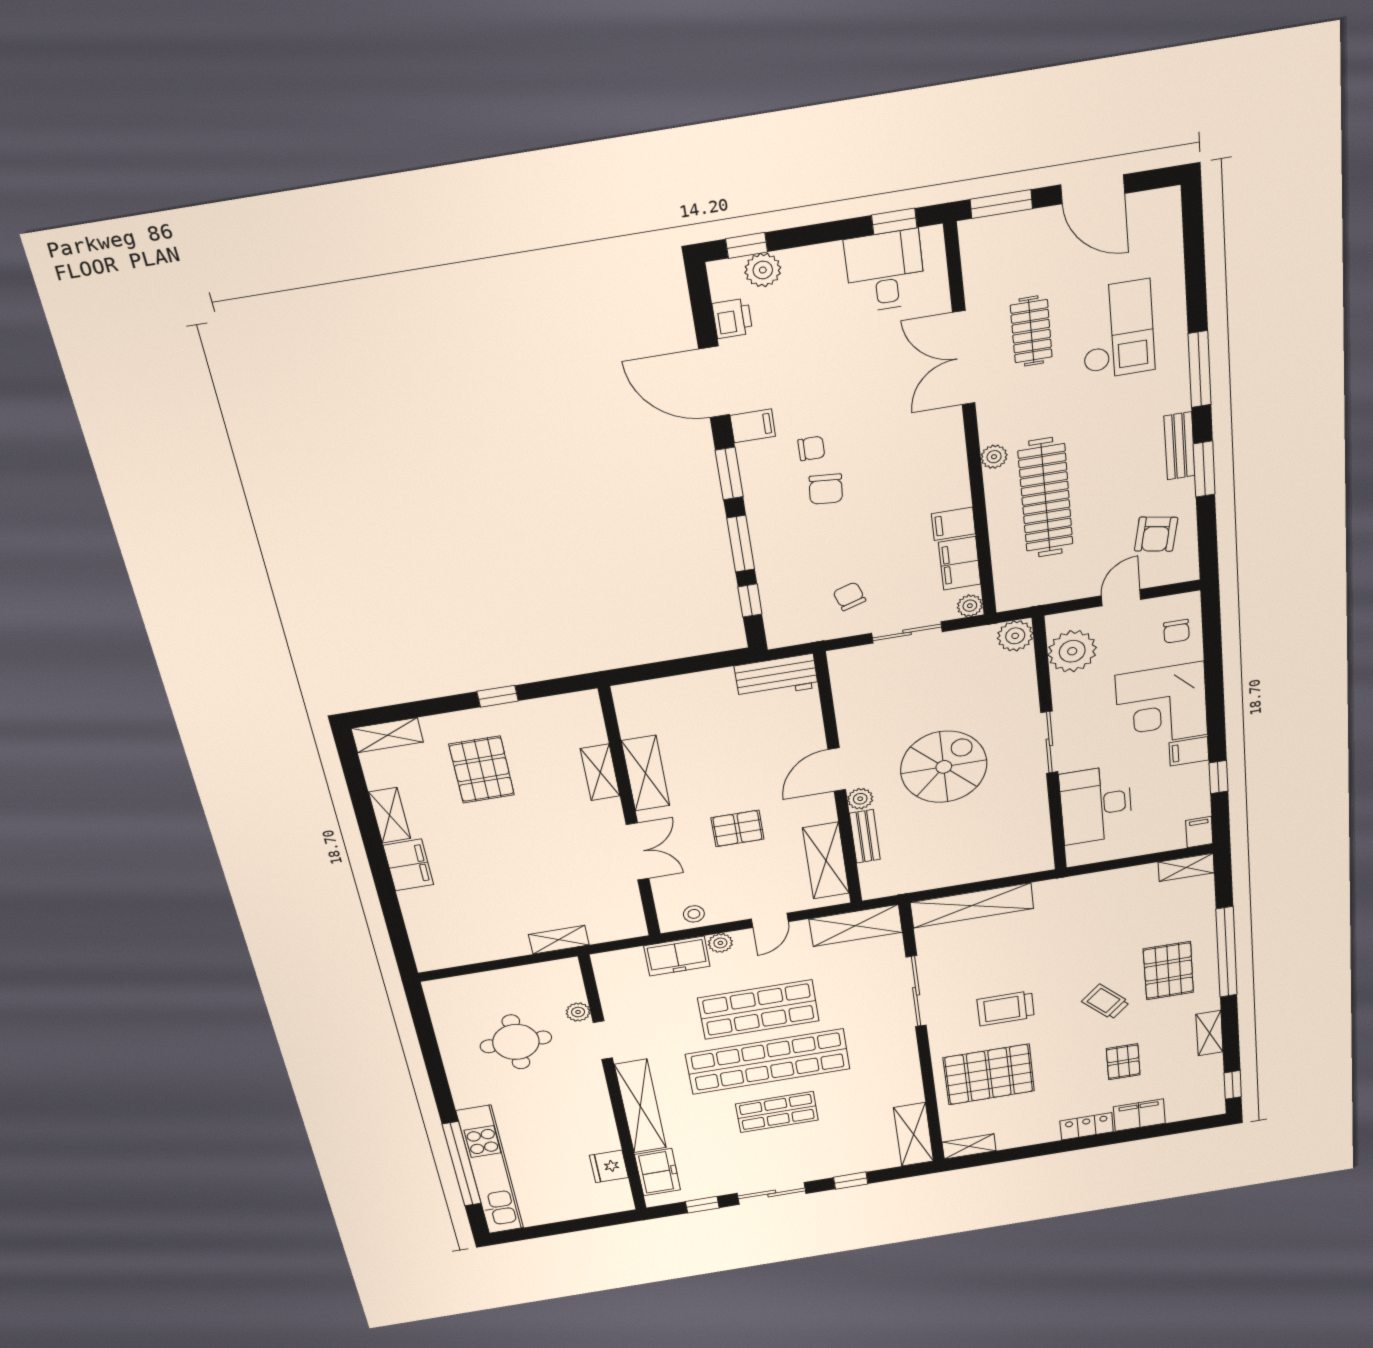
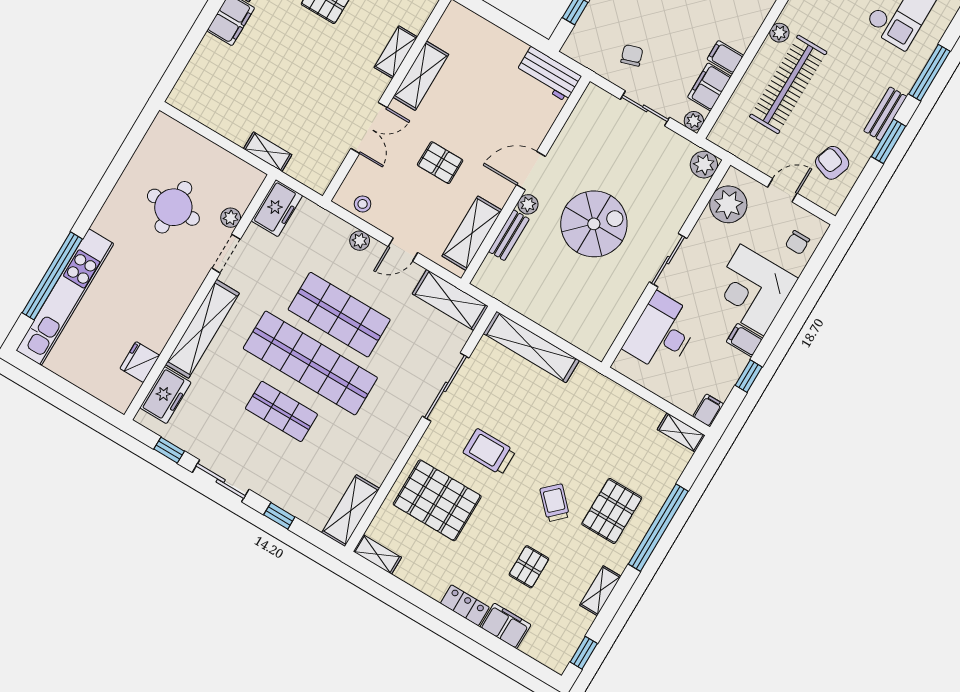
armchair: (1156, 534) -> (832, 163), turned 99
freezer: (677, 956) -> (277, 208), moved, turned -90

